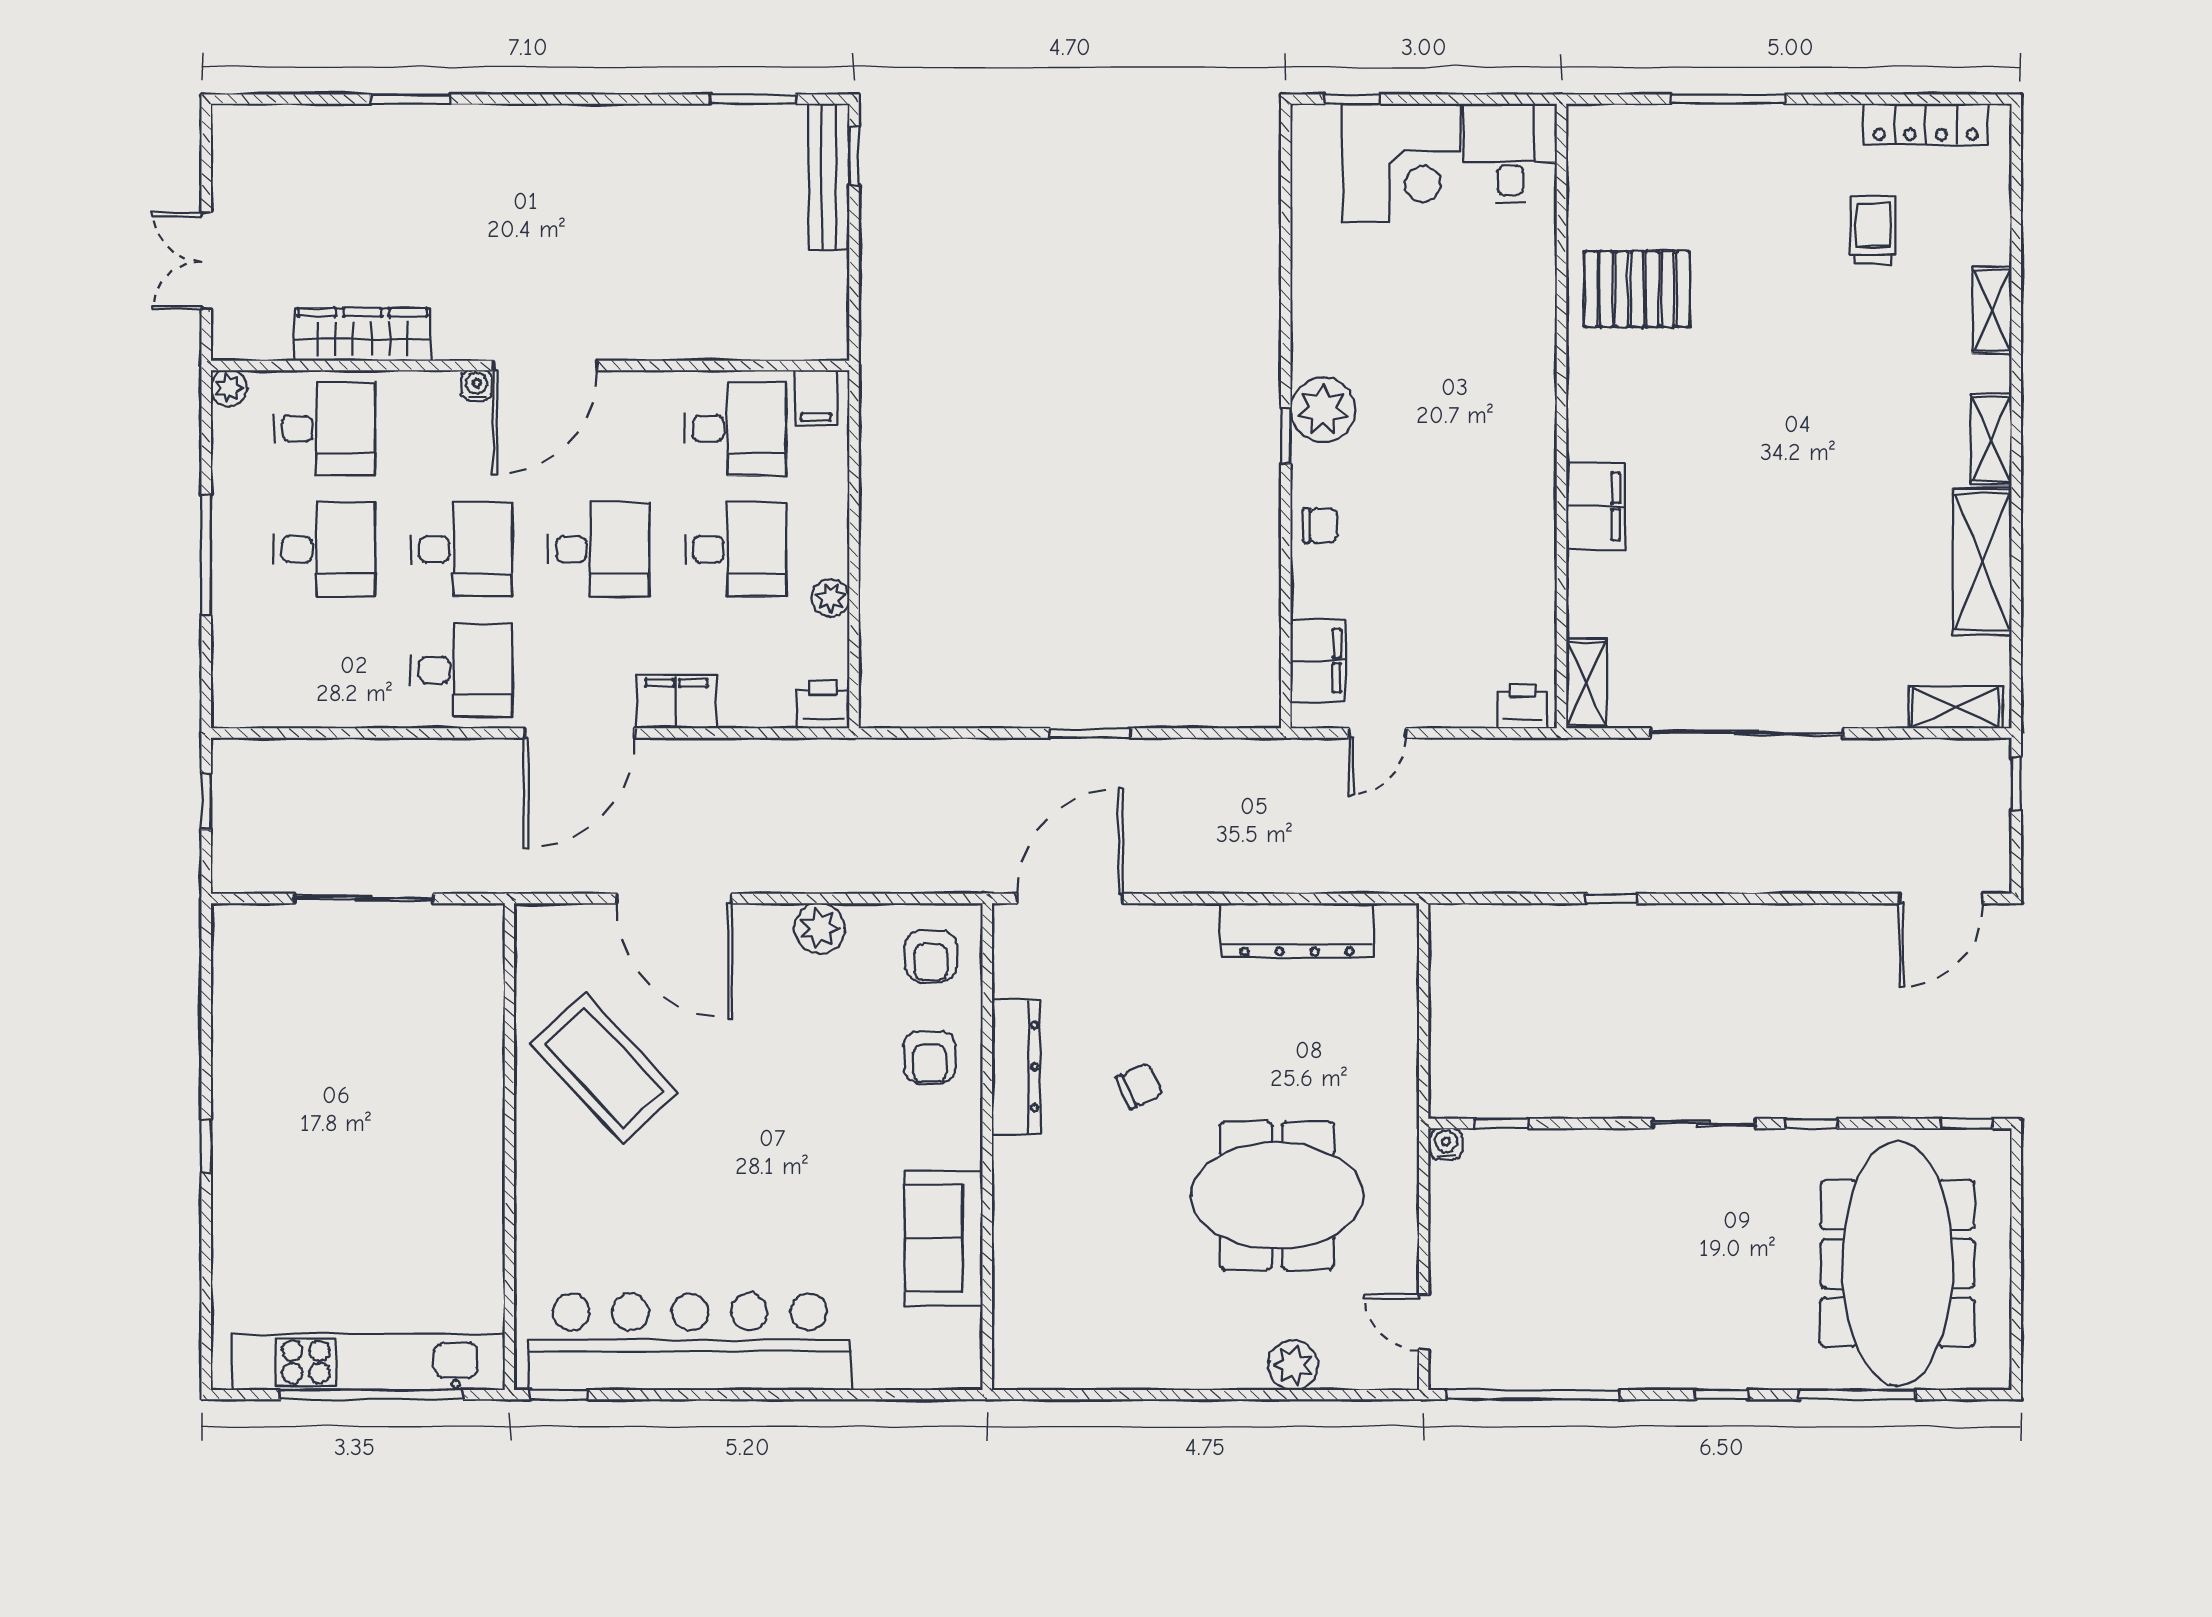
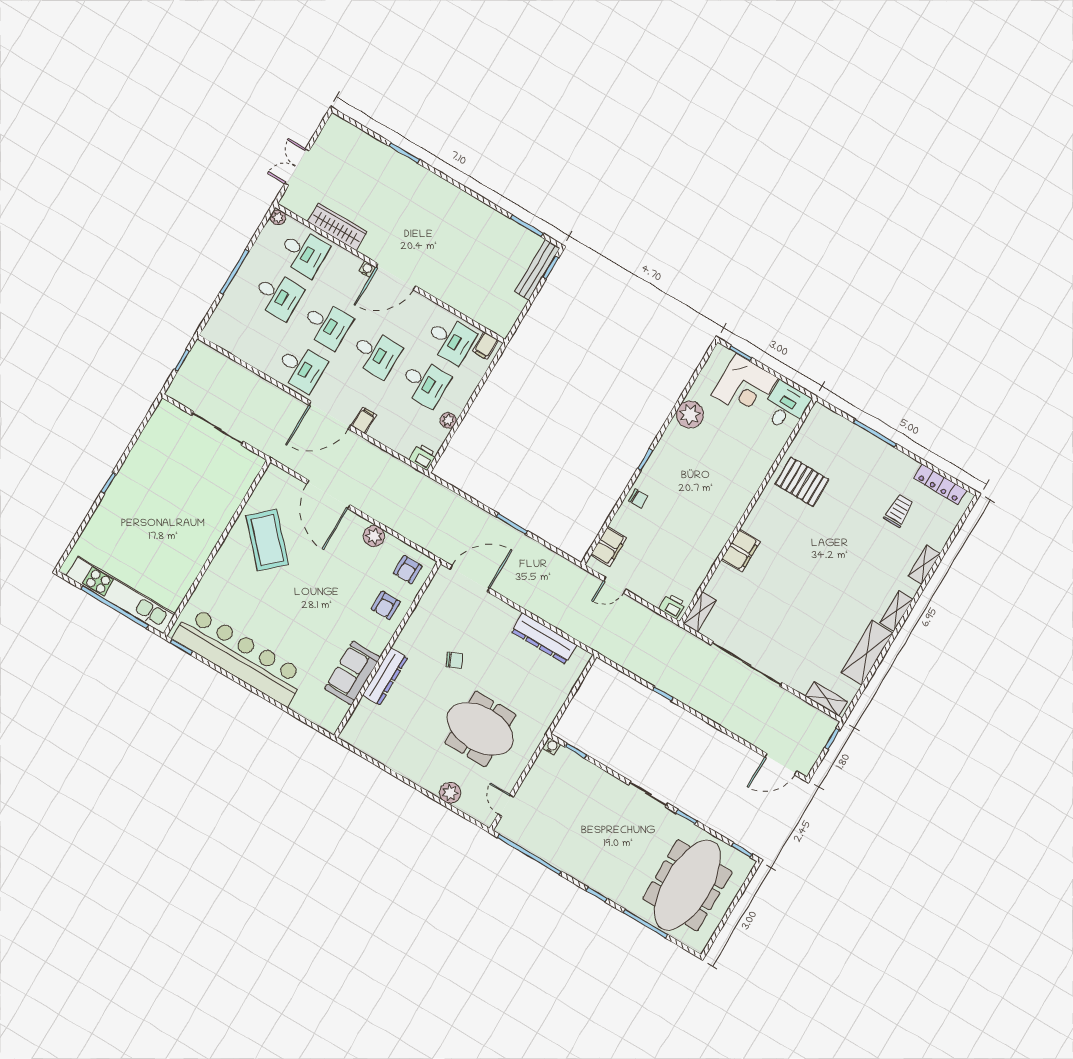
plant: (1323, 410) -> (690, 415), moved
filing cabinet: (677, 702) -> (364, 420), width x0.50
dresser: (1016, 1067) -> (385, 676), moved

